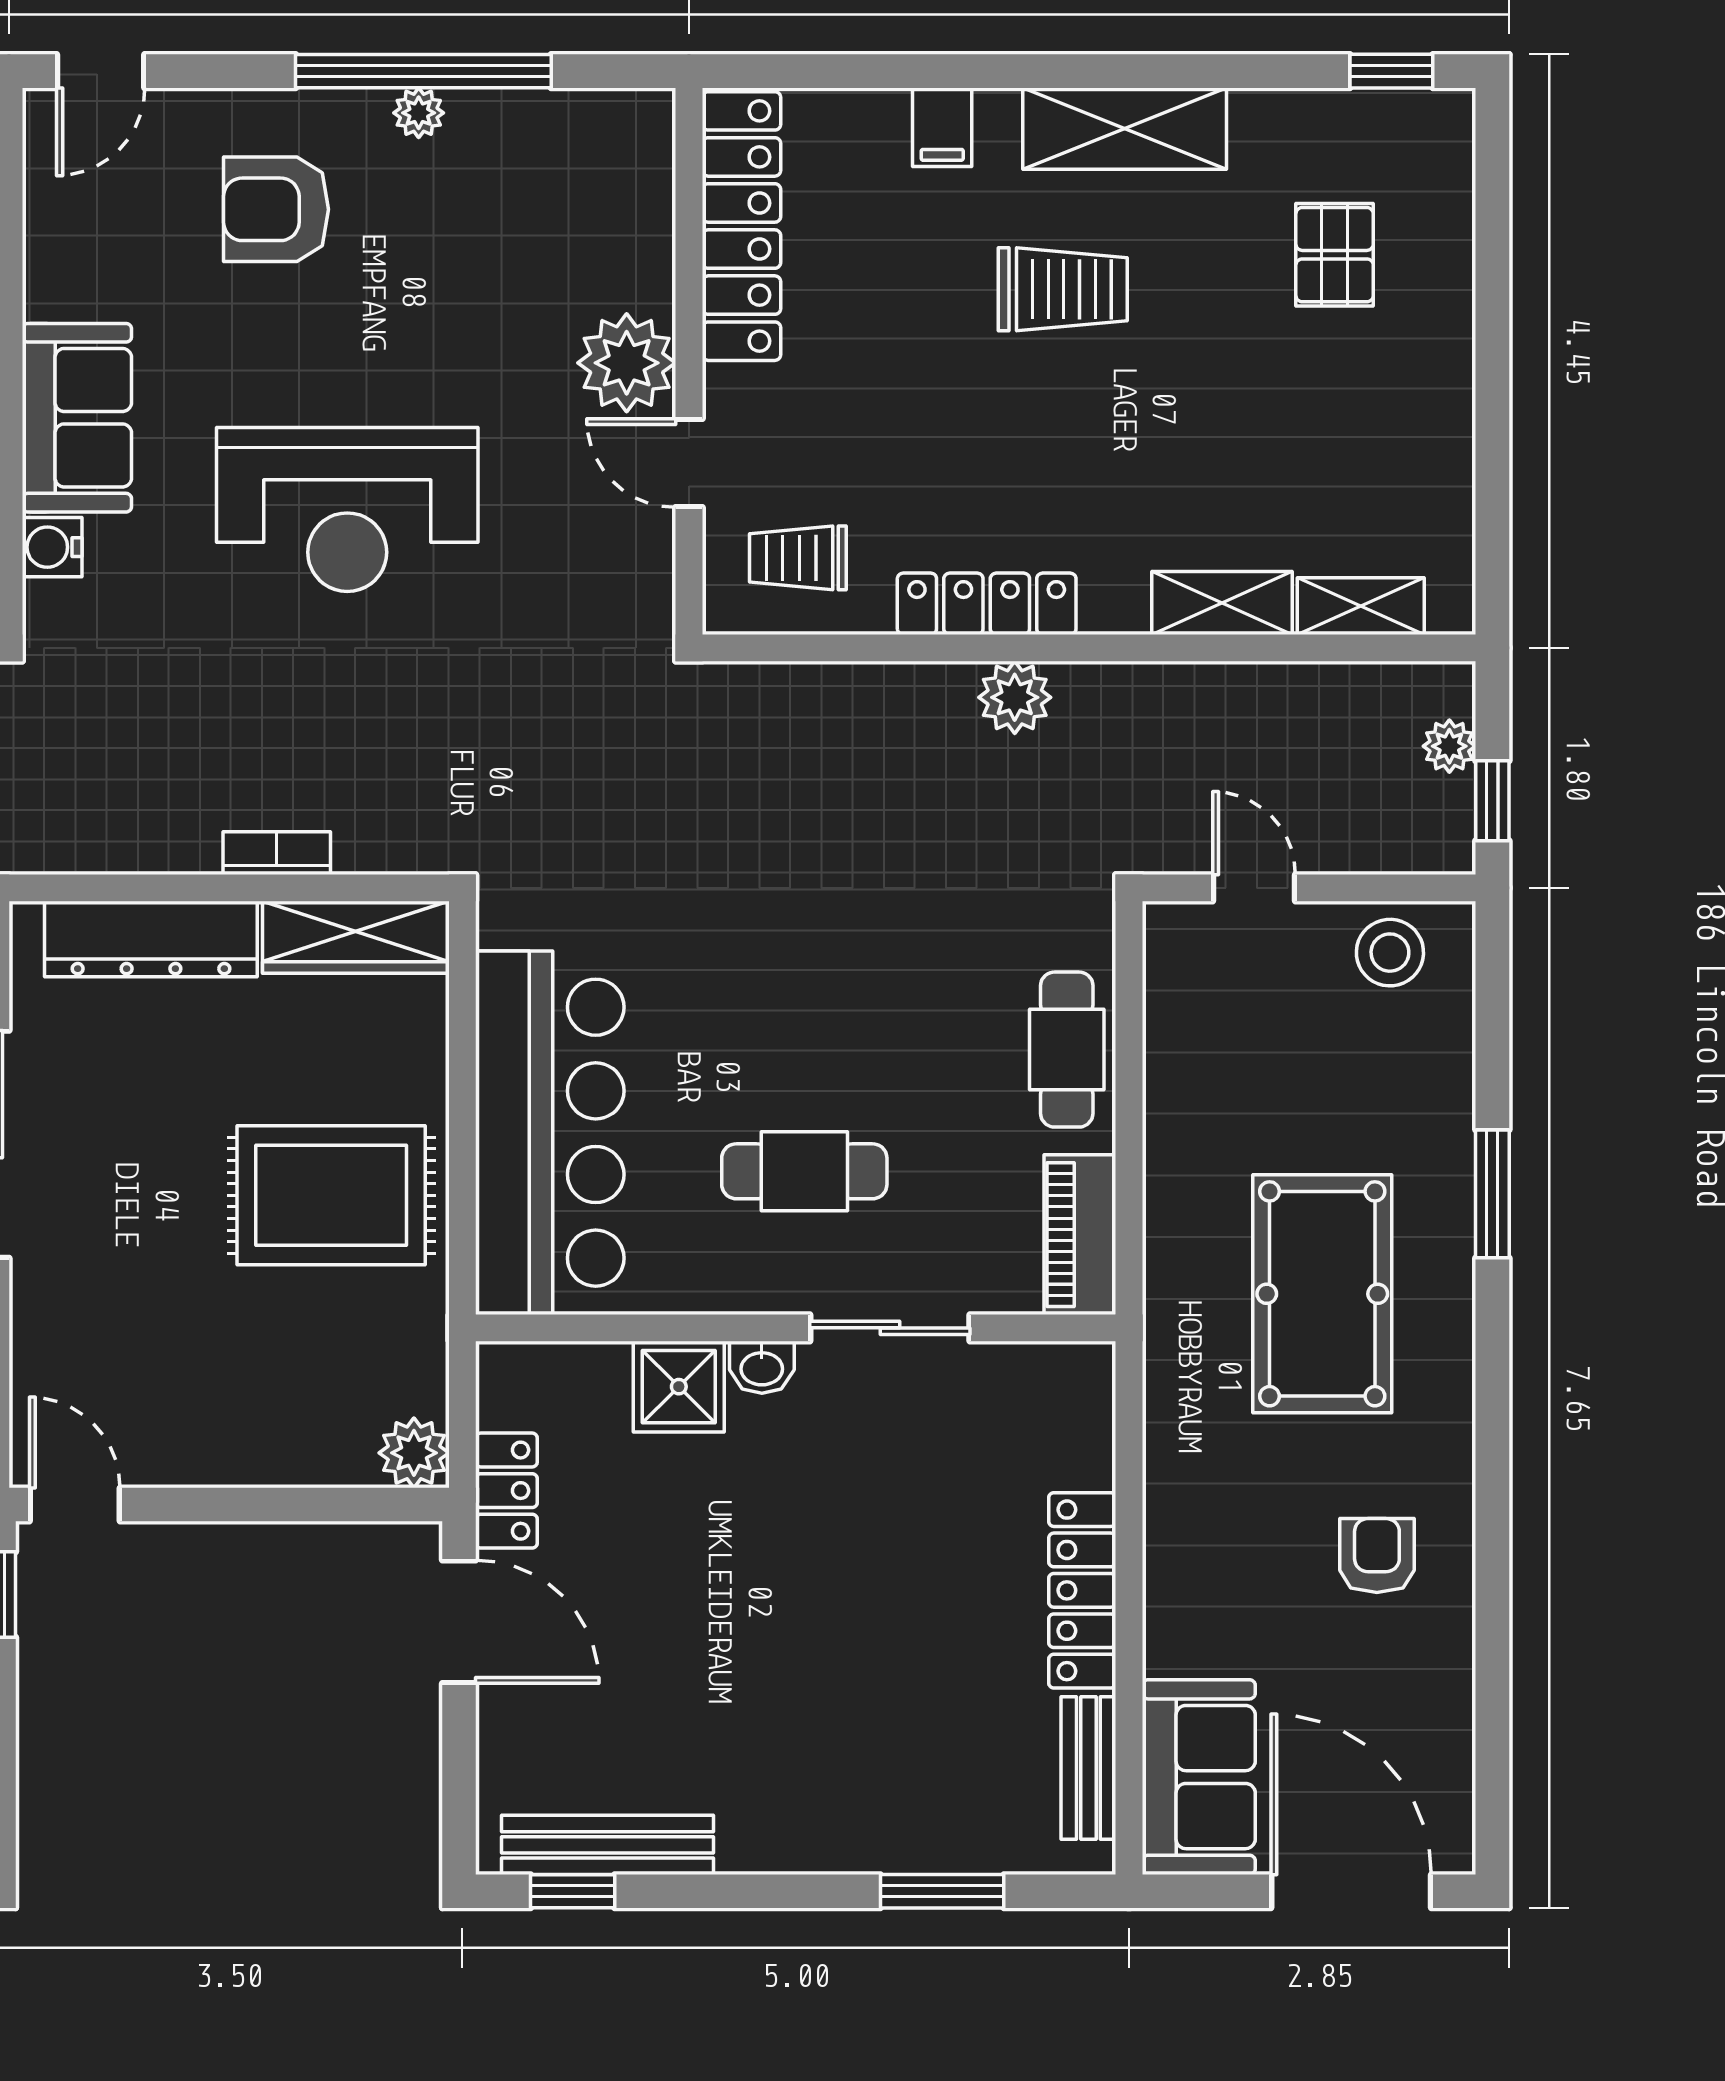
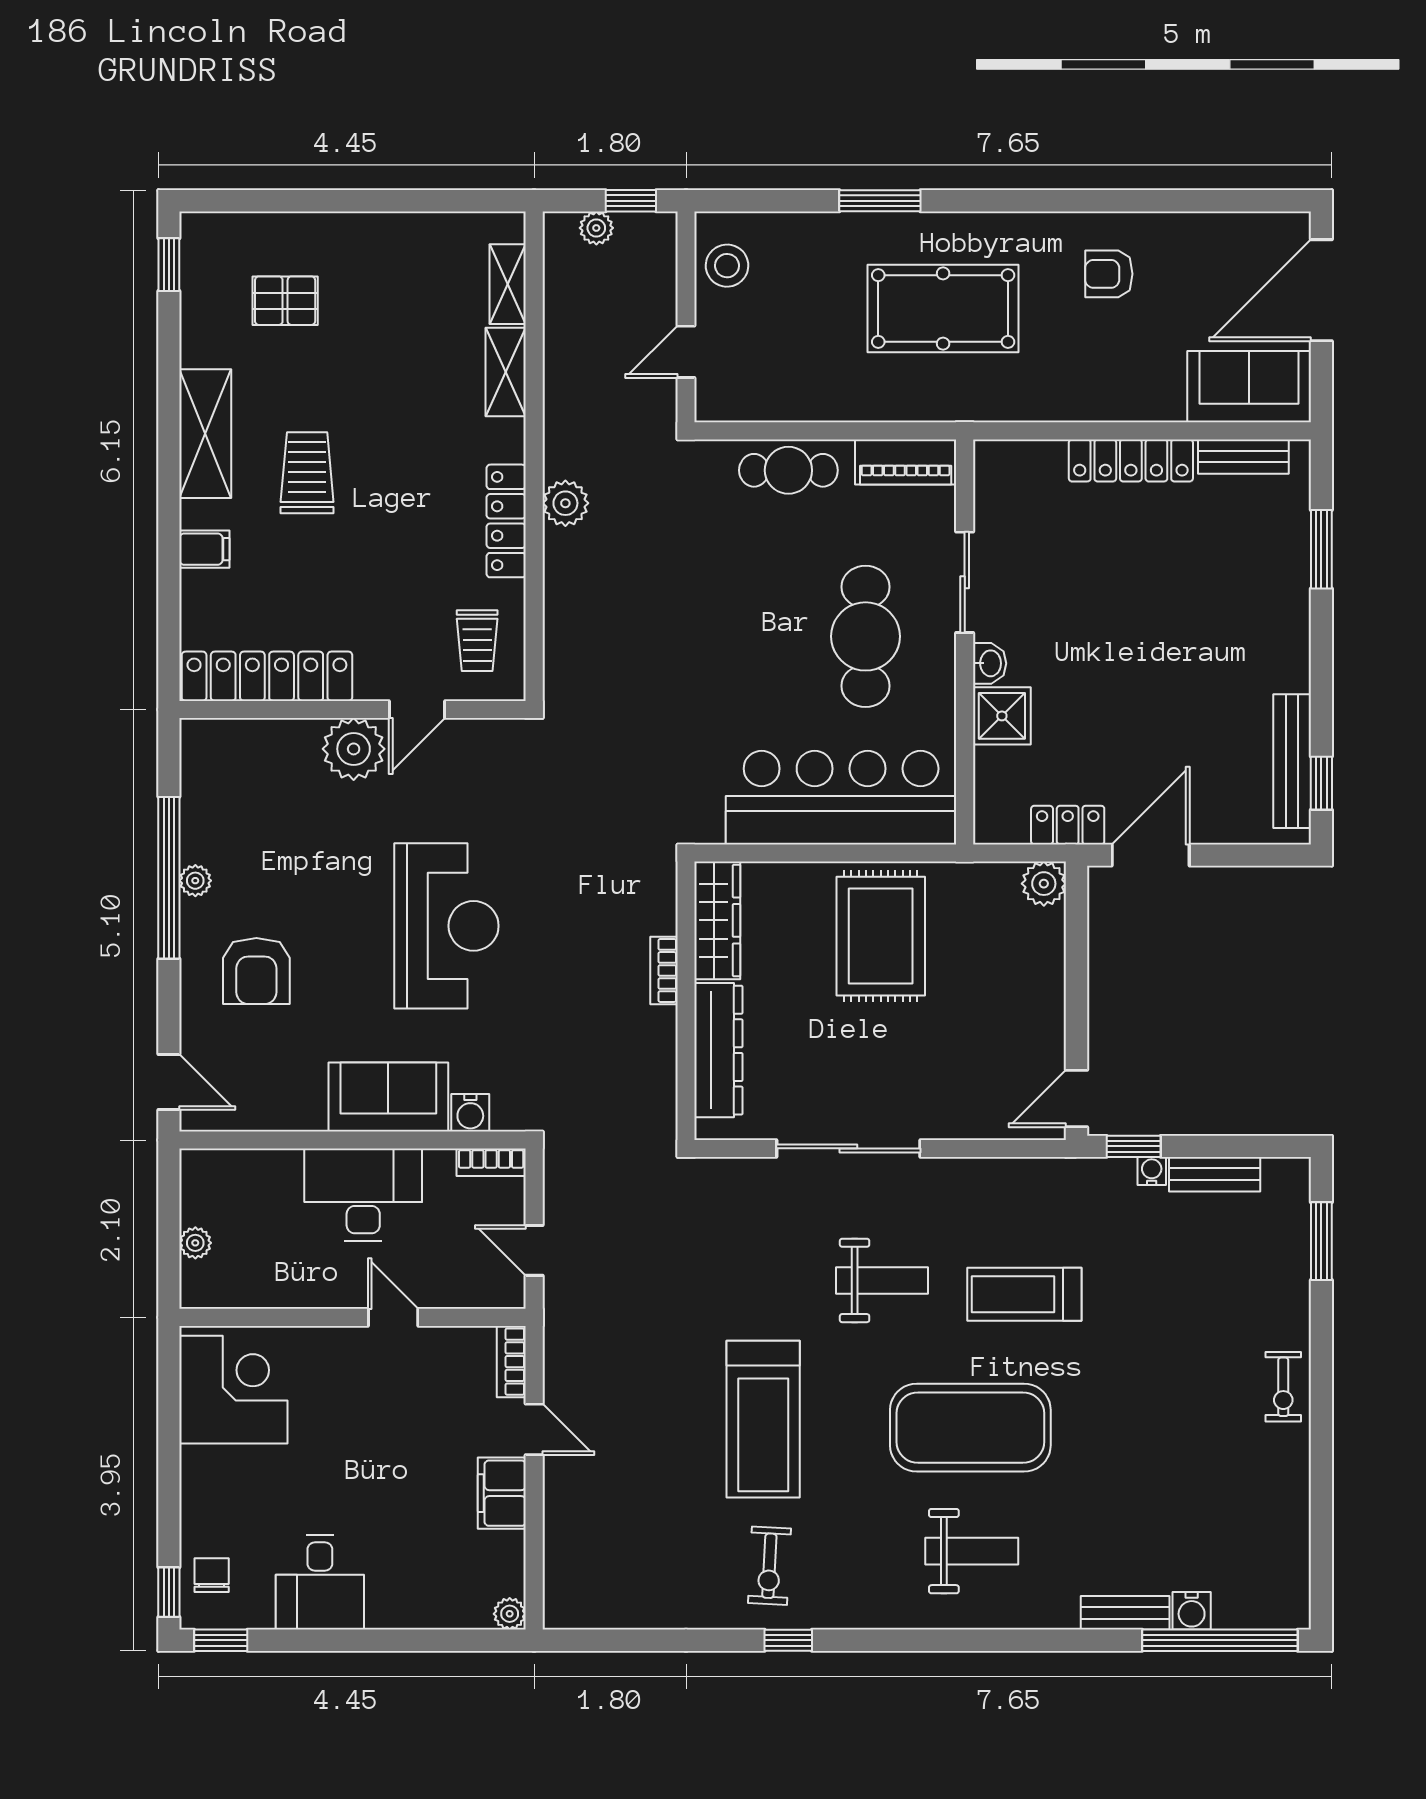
cafe table: (804, 1171) -> (866, 636), width x1.37, depth x1.35

